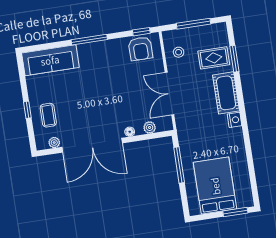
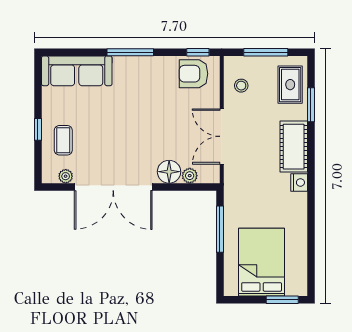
armchair: (140, 49) -> (193, 74), turned 90
rug: (214, 58) -> (290, 85), moved, turned 90
floor lamp: (130, 132) -> (169, 172), width x1.89, depth x1.89

